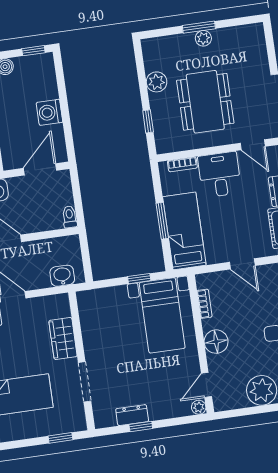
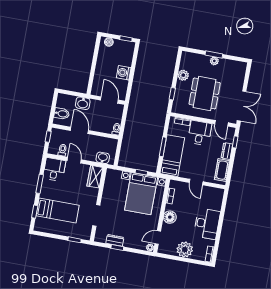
door: (40, 169) -> (109, 100), hinge flipped
bed with nightstands: (162, 315) -> (141, 194), width x1.36
wardrobe: (63, 339) -> (95, 177), moved

